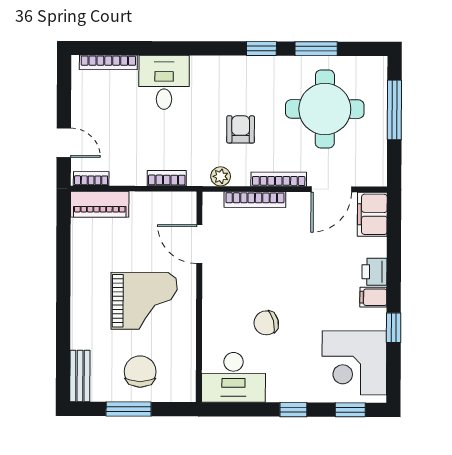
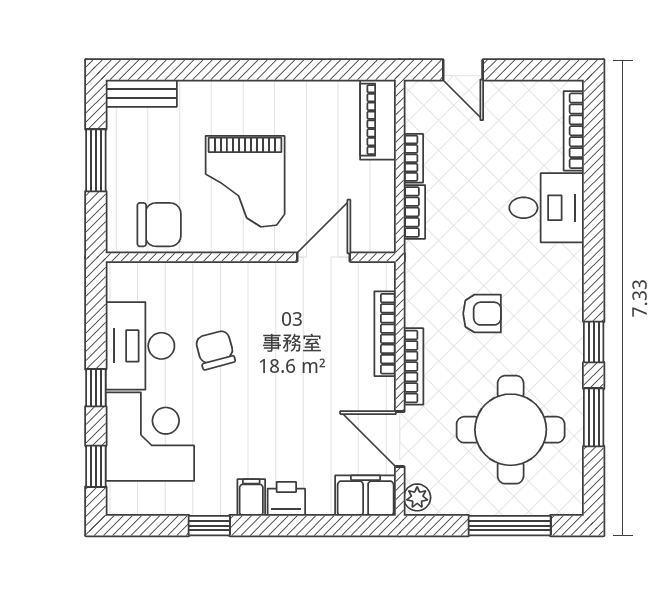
door: (64, 143) -> (463, 70), hinge flipped
plant: (221, 176) -> (417, 497), moved
bookcase: (91, 179) -> (413, 158), moved
corner desk: (354, 363) -> (150, 437), moved, turned 90
chair: (140, 372) -> (159, 225), moved
desk: (233, 377) -> (140, 346), moved

